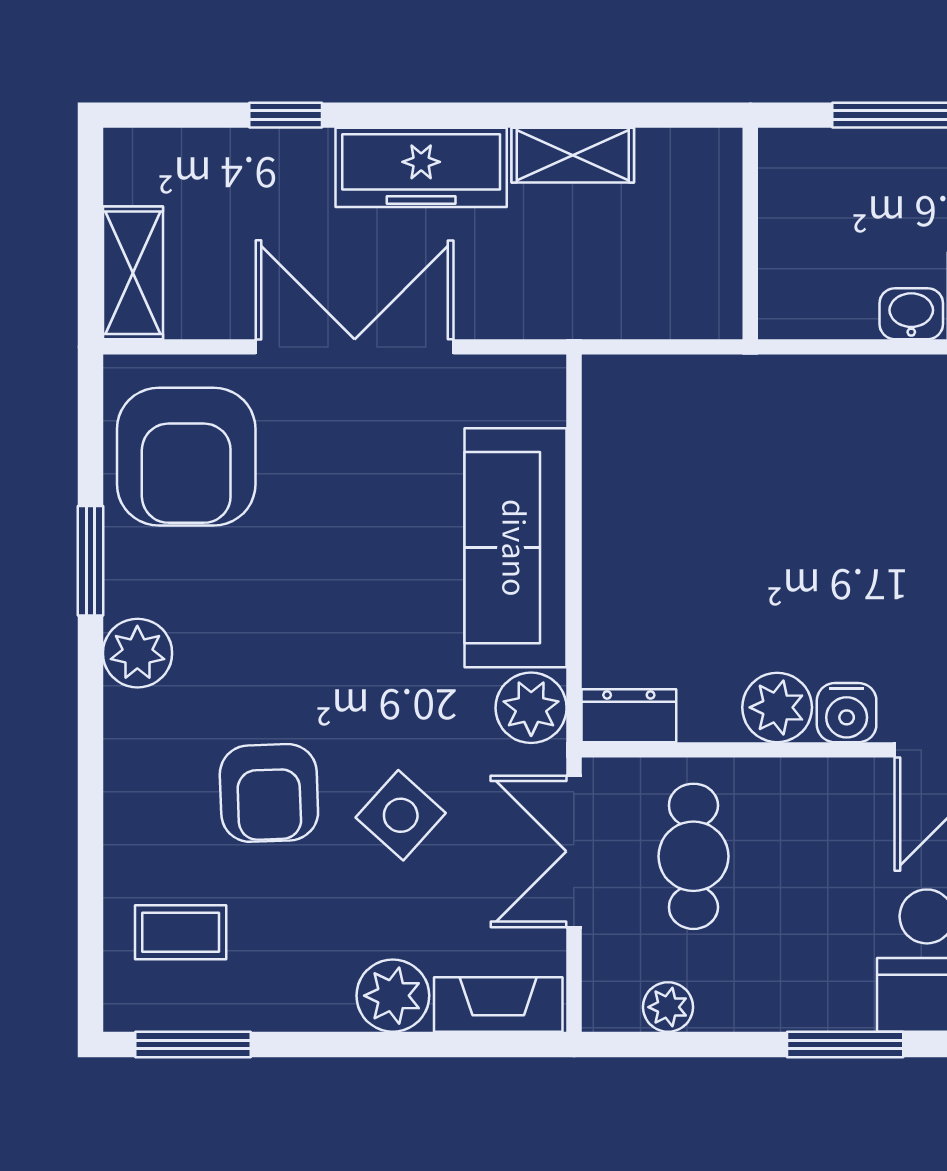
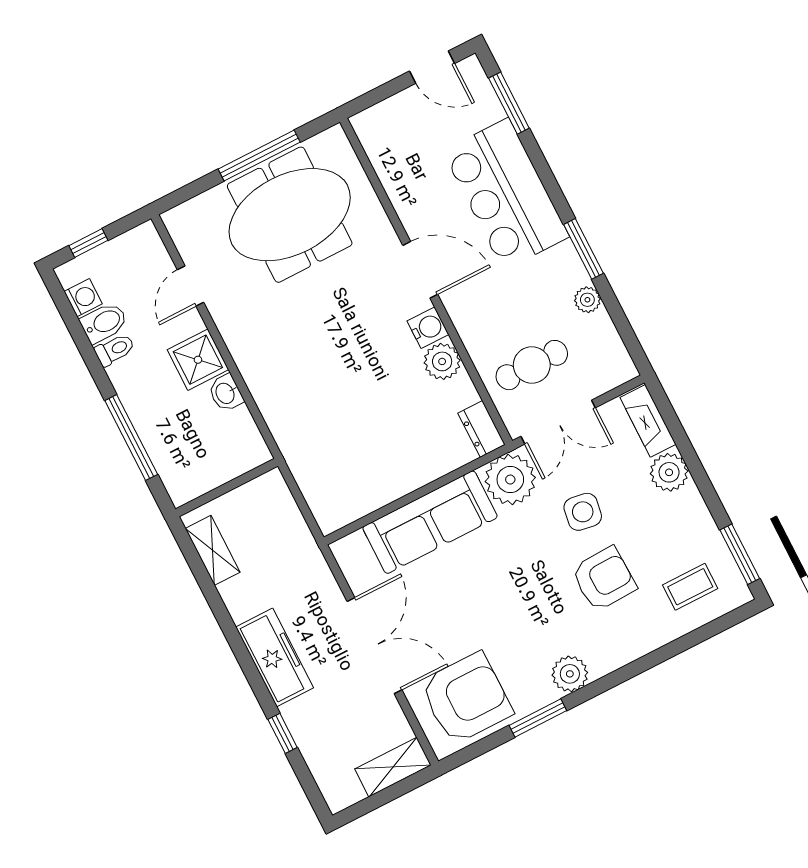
shelving: (573, 155) -> (213, 550), moved
double door: (355, 347) -> (375, 646), swing flipped
plant: (531, 708) -> (510, 480), width x1.36, depth x1.36
side table: (401, 815) -> (583, 512), turned -33
coffee table: (181, 932) -> (690, 587), turned 90
plant: (668, 1007) -> (587, 300), moved

